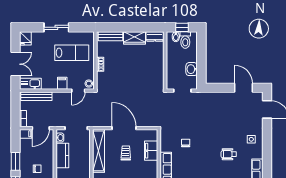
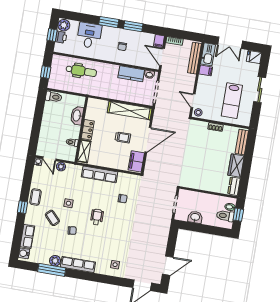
filing cabinet: (62, 83) -> (206, 70), moved
filing cabinet: (151, 151) -> (136, 161), moved, turned -90
wheelchair: (229, 154) -> (97, 217), moved

